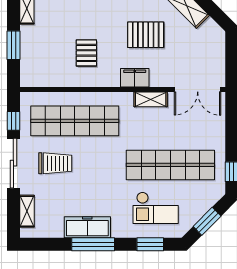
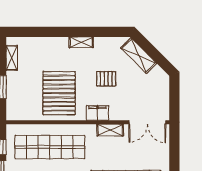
pallet: (146, 35) -> (106, 79), width x0.67, depth x0.71
pallet: (86, 53) -> (59, 93), width x2.05, depth x2.00

